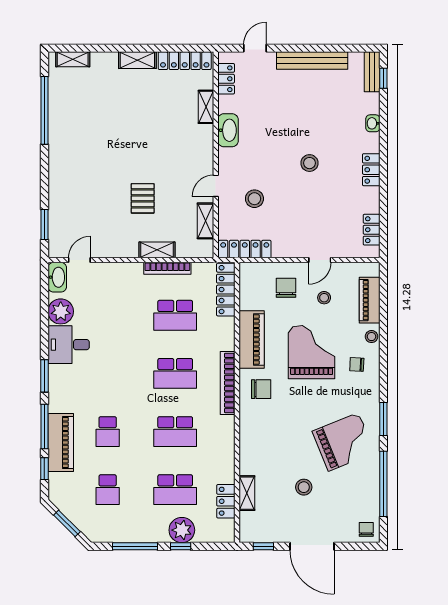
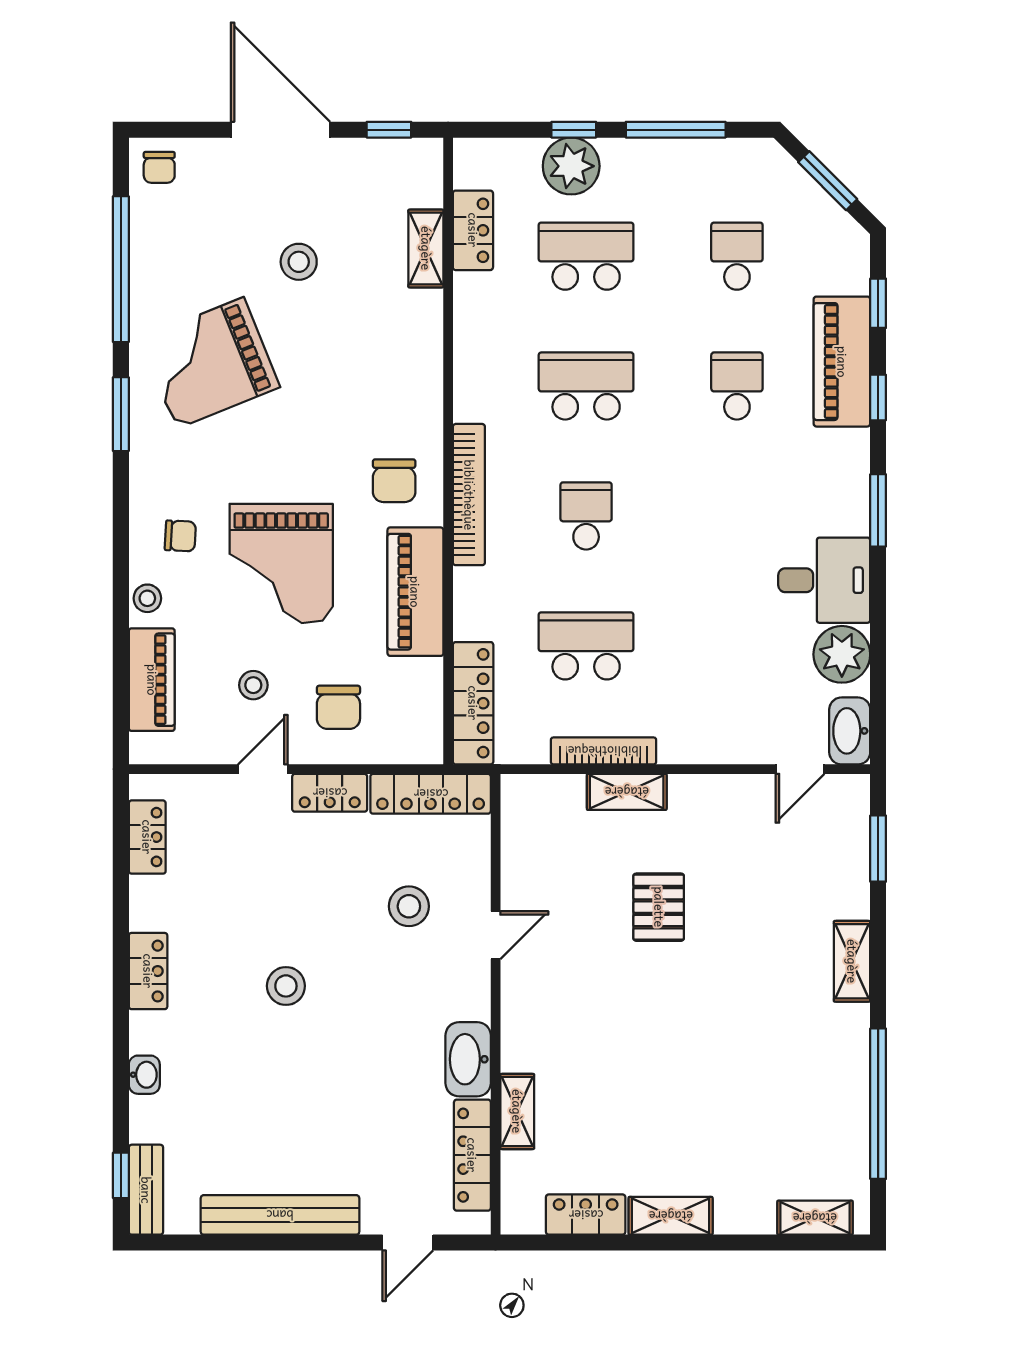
locker: (185, 61) -> (586, 1215), width x0.66
locker: (226, 79) -> (472, 1155), width x1.53
shelving: (205, 221) -> (852, 961), moved
locker: (290, 249) -> (330, 793), added
school desk: (175, 373) -> (586, 516), width x0.54
chair: (261, 389) -> (394, 481), turned -90
window: (44, 426) -> (878, 398), width x0.46

